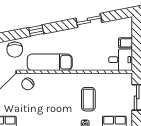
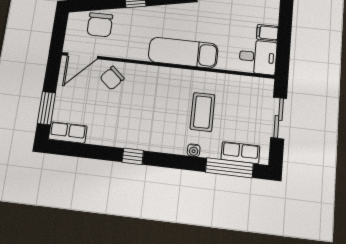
exam couch: (50, 62) -> (183, 53), moved

